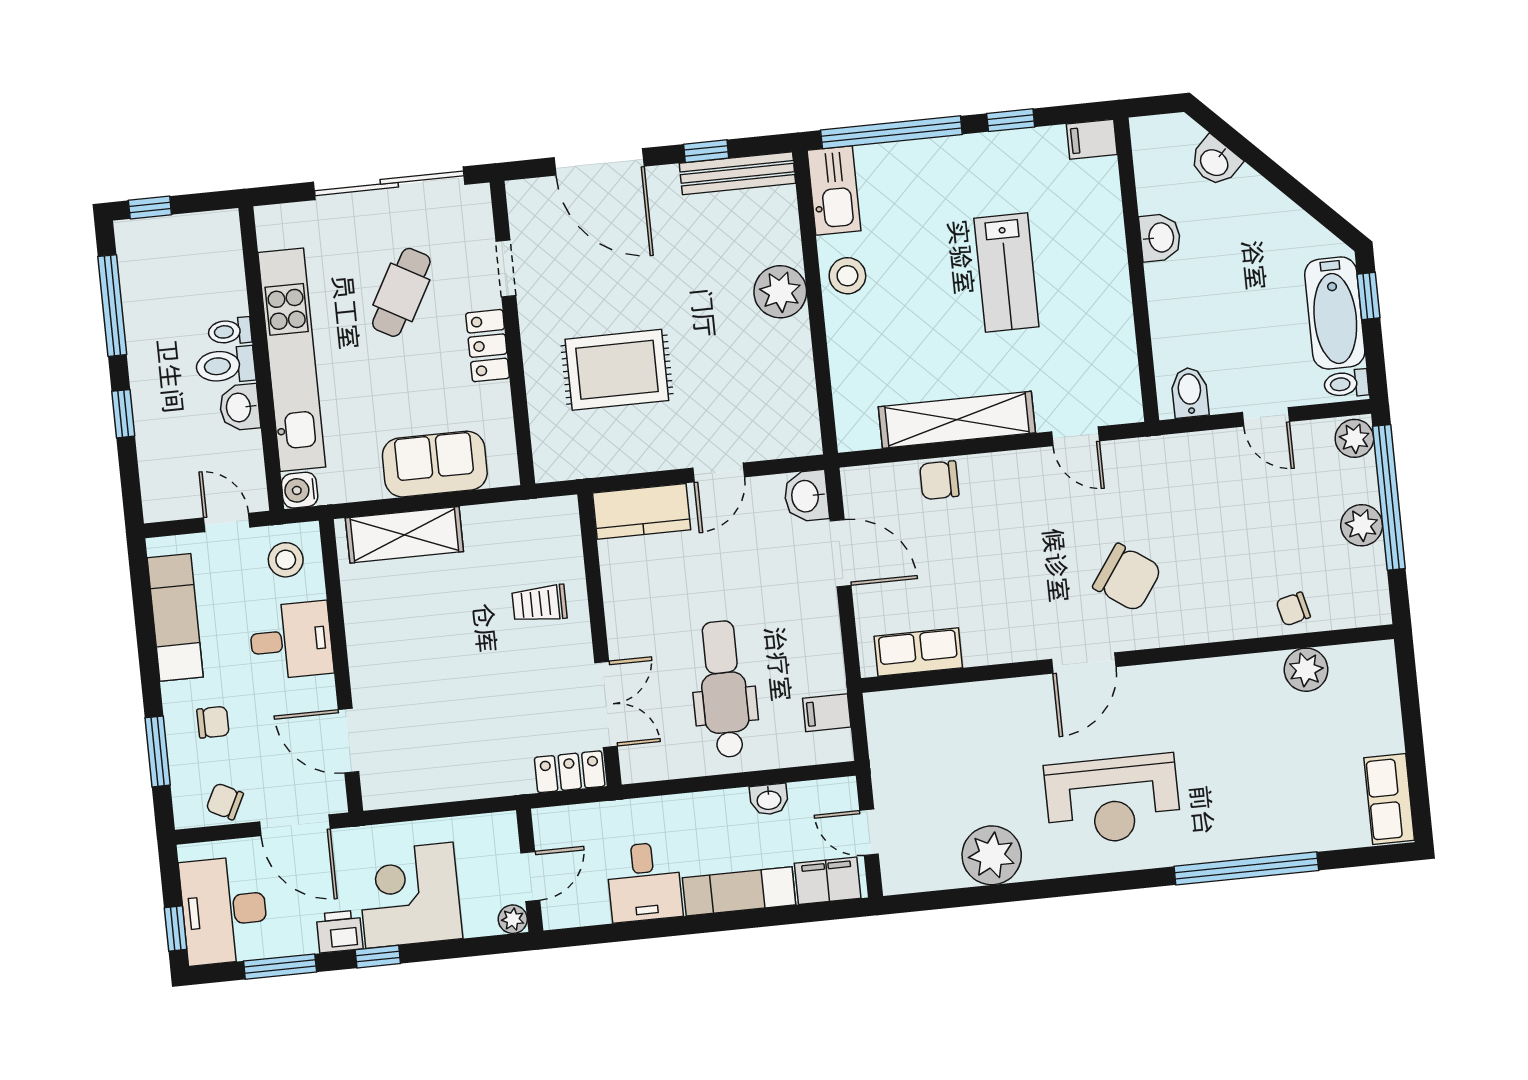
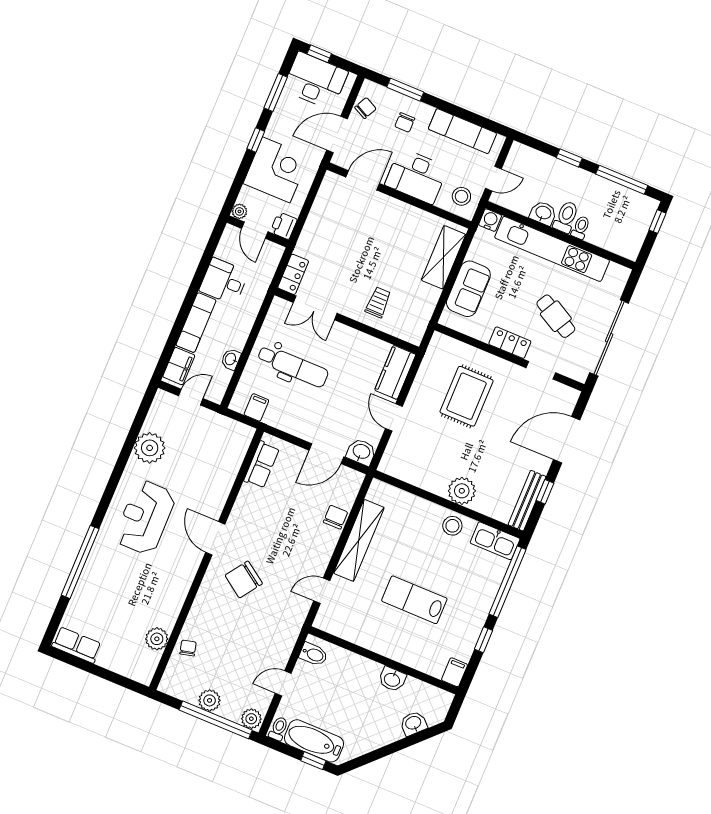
desk: (291, 640) -> (416, 176), width x1.37
printer: (339, 931) -> (284, 226), moved, turned 180

